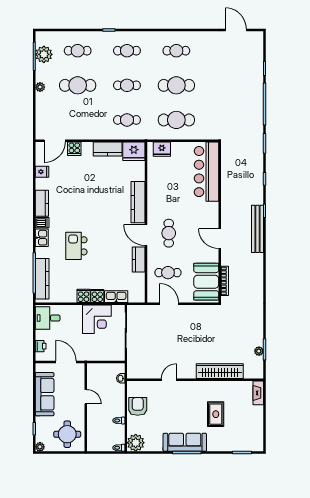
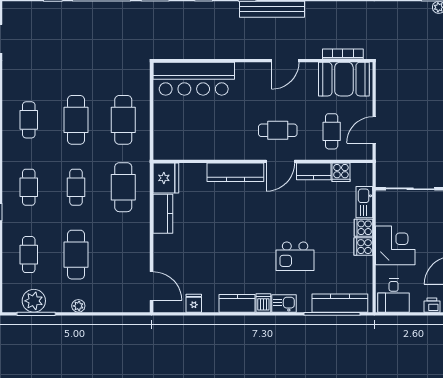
cafe table: (127, 120) -> (123, 187), width x1.37, depth x1.35
cooker: (74, 149) -> (341, 172), moved, turned 90
fridge: (162, 149) -> (163, 140), removed
corner desk: (97, 319) -> (395, 245), moved

